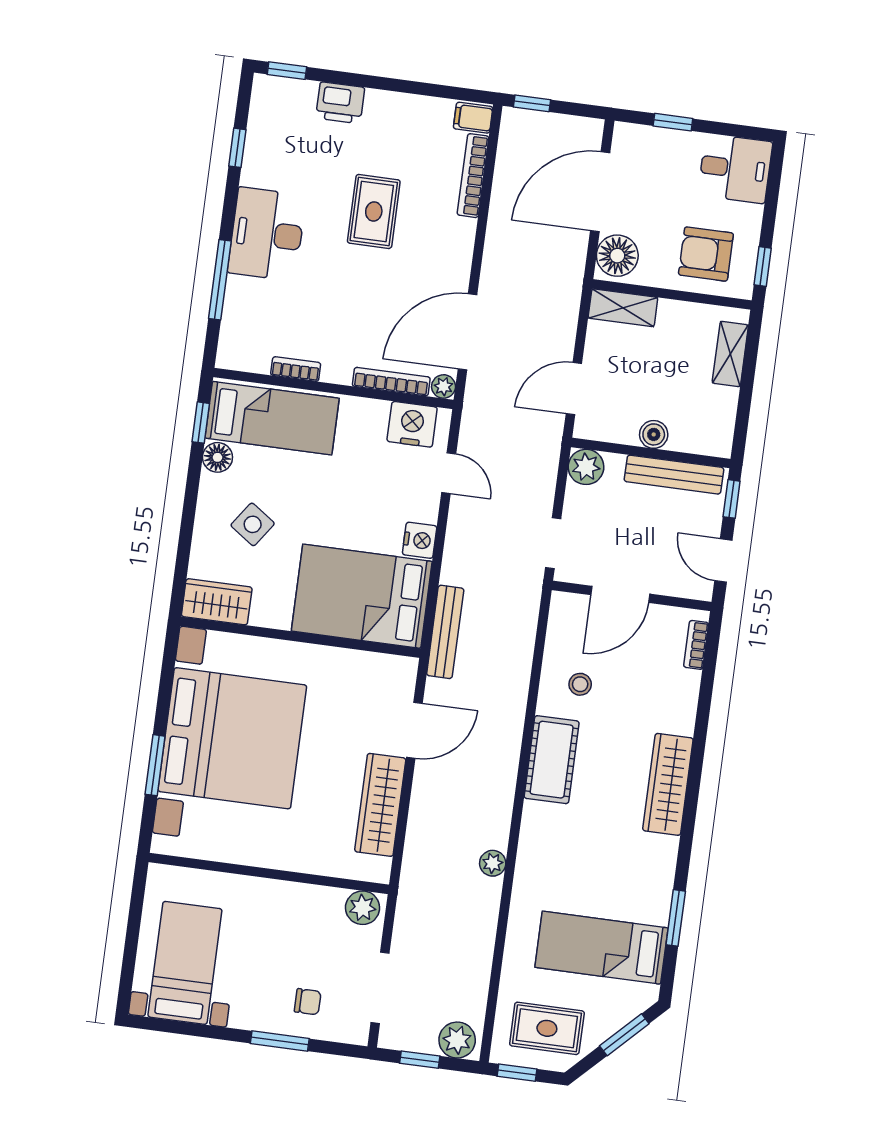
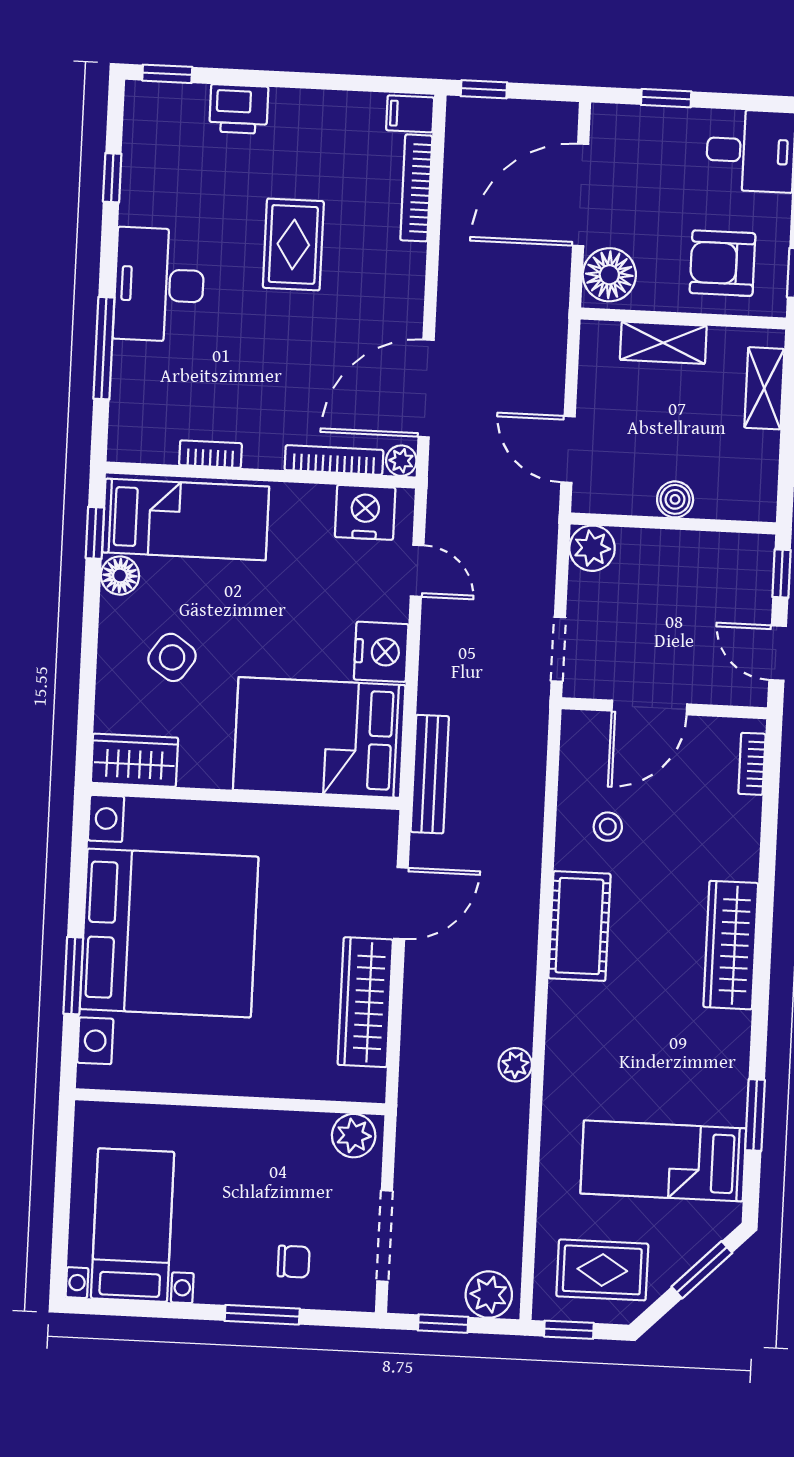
shelving: (623, 308) -> (663, 343), moved
door: (574, 389) -> (568, 449), hinge flipped
bench: (674, 475) -> (705, 548), removed
nightstand: (420, 540) -> (381, 652), width x1.36, depth x1.33

